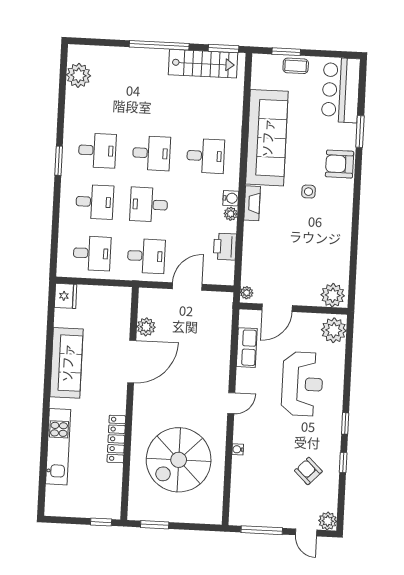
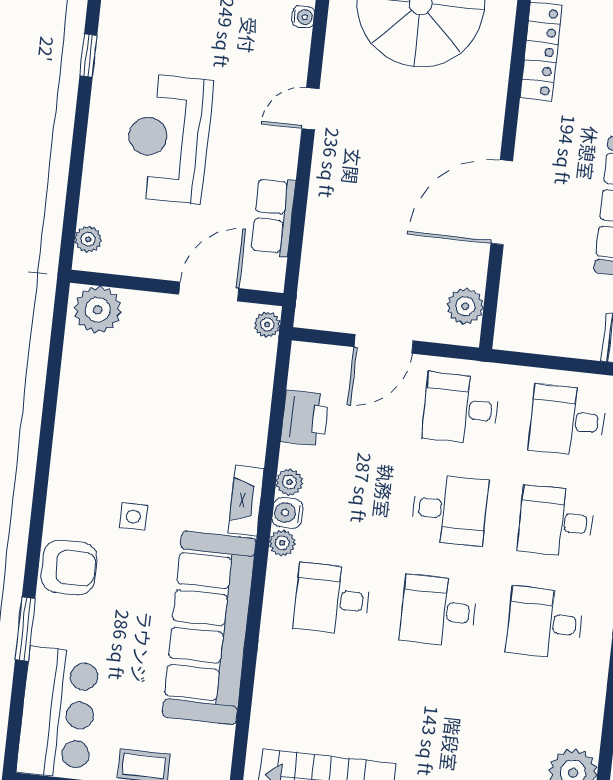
plant: (232, 183) -> (282, 543), added
plant: (146, 327) -> (465, 306), moved
plant: (334, 330) -> (88, 239), width x0.53, depth x0.53

